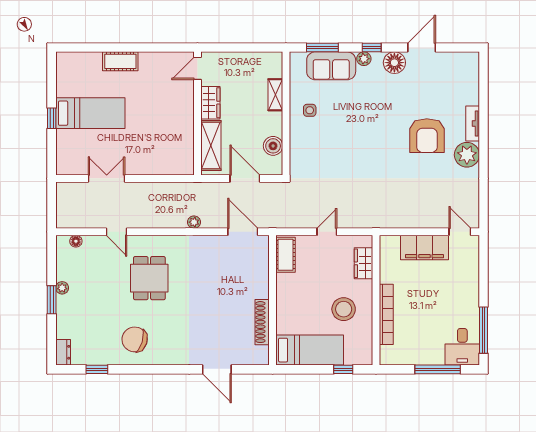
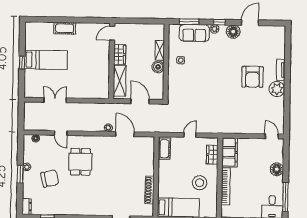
boiler: (273, 146) -> (158, 67), moved
door: (243, 232) -> (125, 134), moved
filing cabinet: (424, 248) -> (230, 152), moved, turned -90
floor lamp: (469, 285) -> (277, 169), added
chair: (135, 339) -> (50, 178), moved, turned 150

